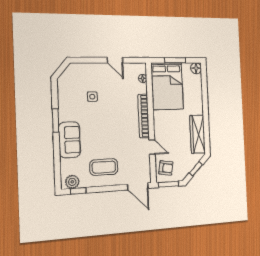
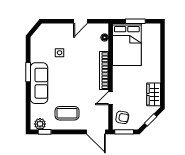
door: (115, 60) -> (81, 21), hinge flipped
floor lamp: (196, 68) -> (155, 29), removed
wardrobe: (198, 134) -> (154, 94), width x0.67
sofa: (70, 140) -> (39, 83), width x1.36
door: (152, 147) -> (110, 98), swing flipped

